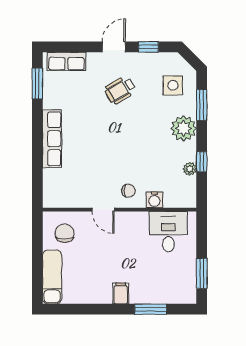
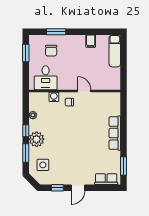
wheelchair: (120, 90) -> (74, 162), removed
window: (202, 162) -> (26, 131), moved
chair: (65, 233) -> (51, 51), moved
filing cabinet: (121, 293) -> (91, 41), moved

